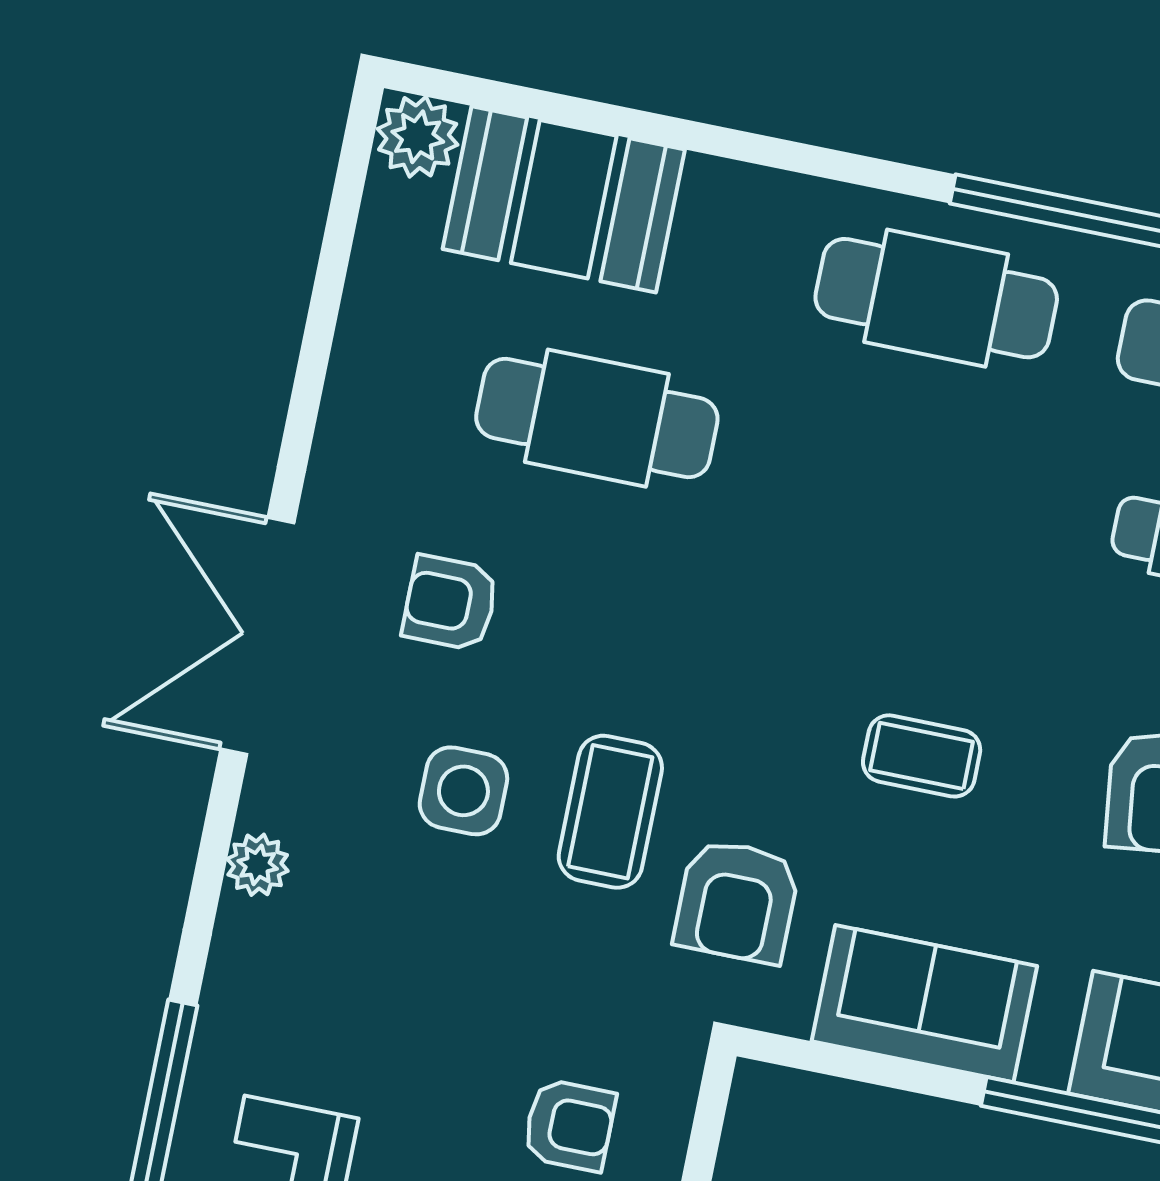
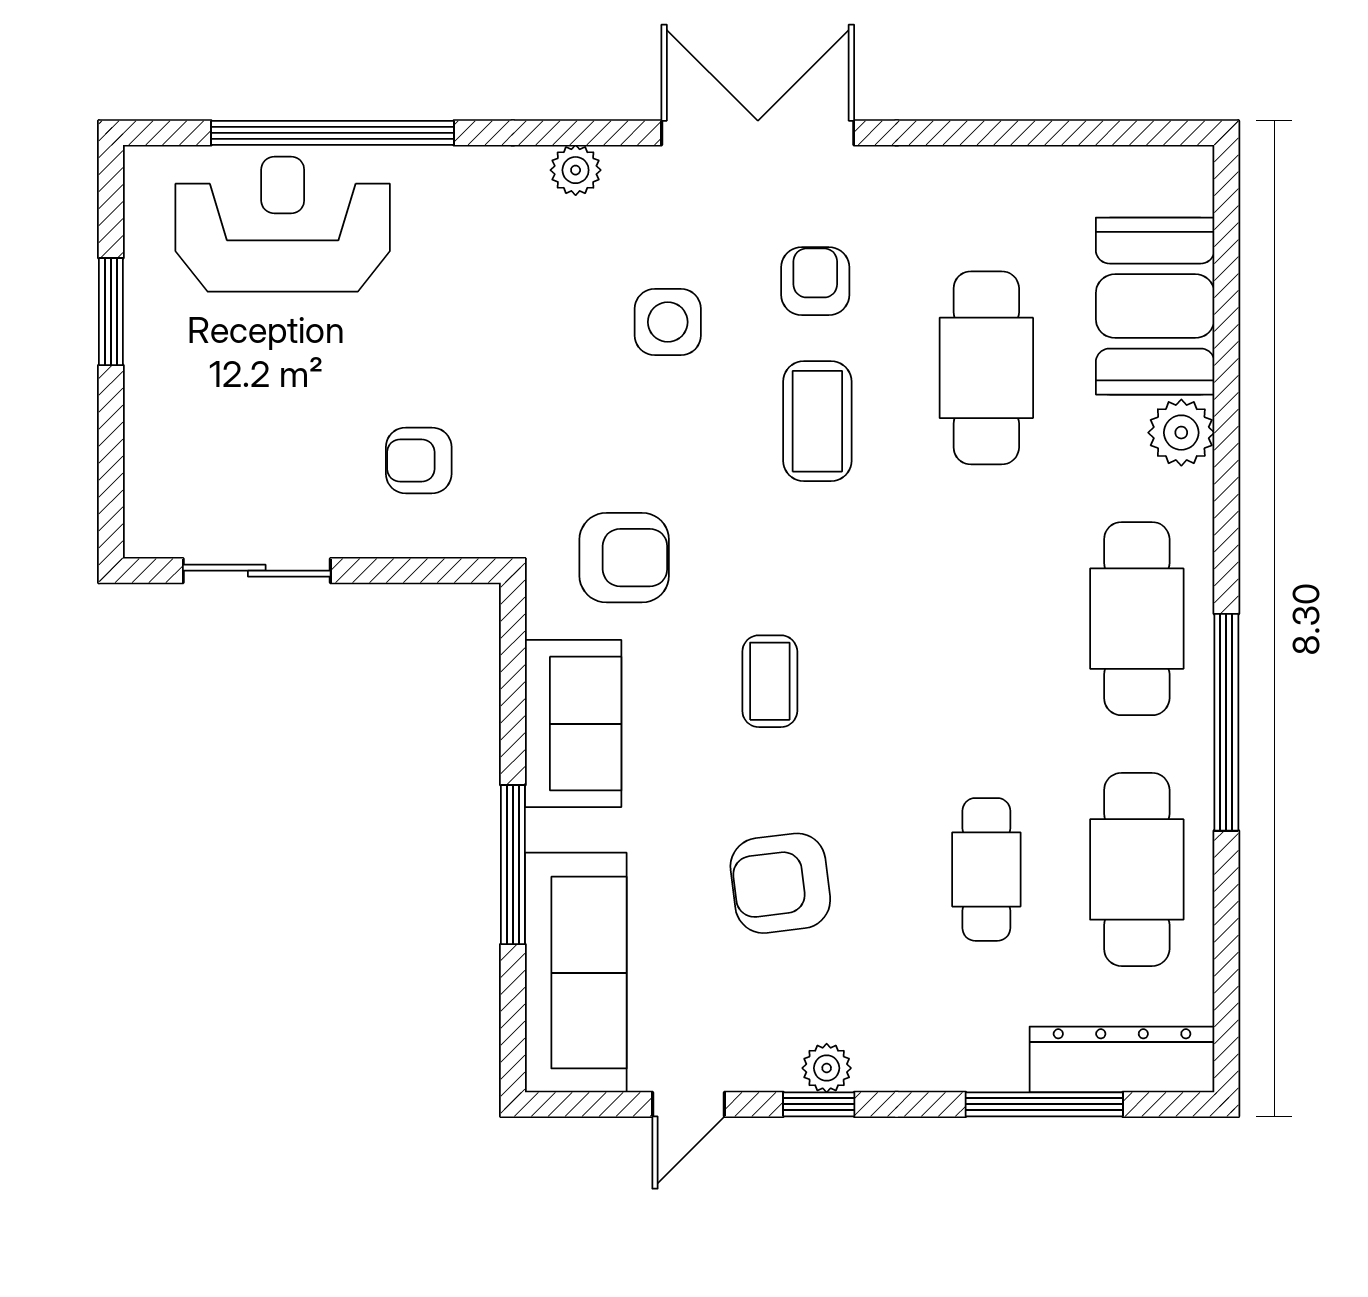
plant: (418, 137) -> (1181, 433), moved
coffee table: (610, 812) -> (817, 421), moved, turned 90
armchair: (737, 901) -> (624, 558), turned 180
armchair: (569, 1125) -> (419, 460), turned 90

